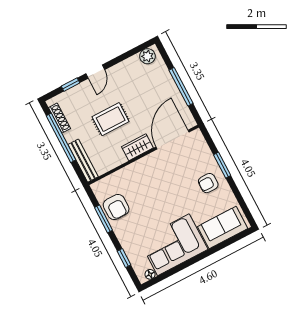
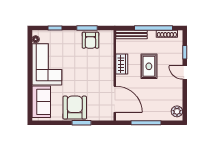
wardrobe: (137, 147) -> (122, 64), moved
armchair: (208, 183) -> (75, 108), width x1.88, depth x1.88
armchair: (116, 207) -> (90, 40), turned -90

